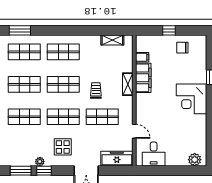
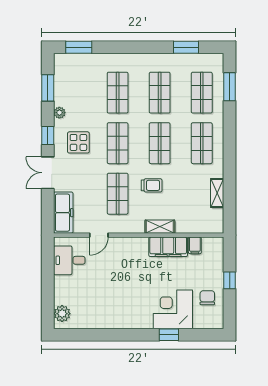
shelving: (112, 40) -> (217, 193), moved
corner desk: (191, 99) -> (173, 309), moved
window: (44, 171) -> (48, 135), moved

